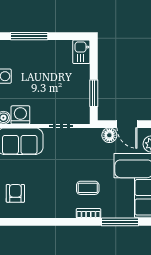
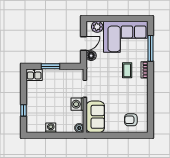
window: (29, 36) -> (23, 110), width x0.46
window: (94, 93) -> (50, 66), moved
washing machine: (20, 115) -> (77, 104), moved

